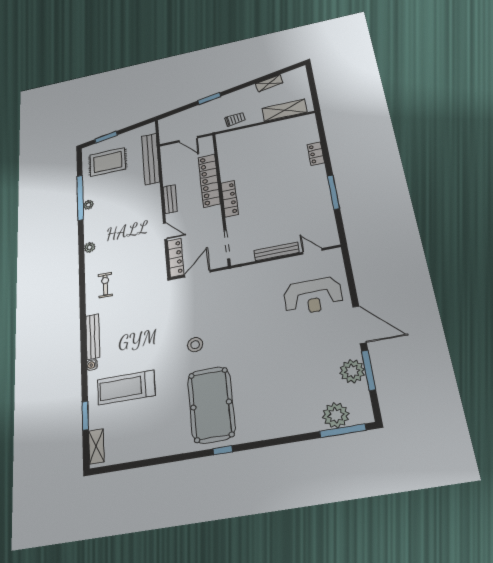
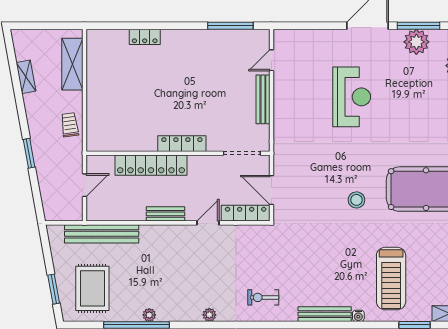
window: (333, 192) -> (230, 26), moved
reception desk: (313, 296) -> (352, 97), moved

